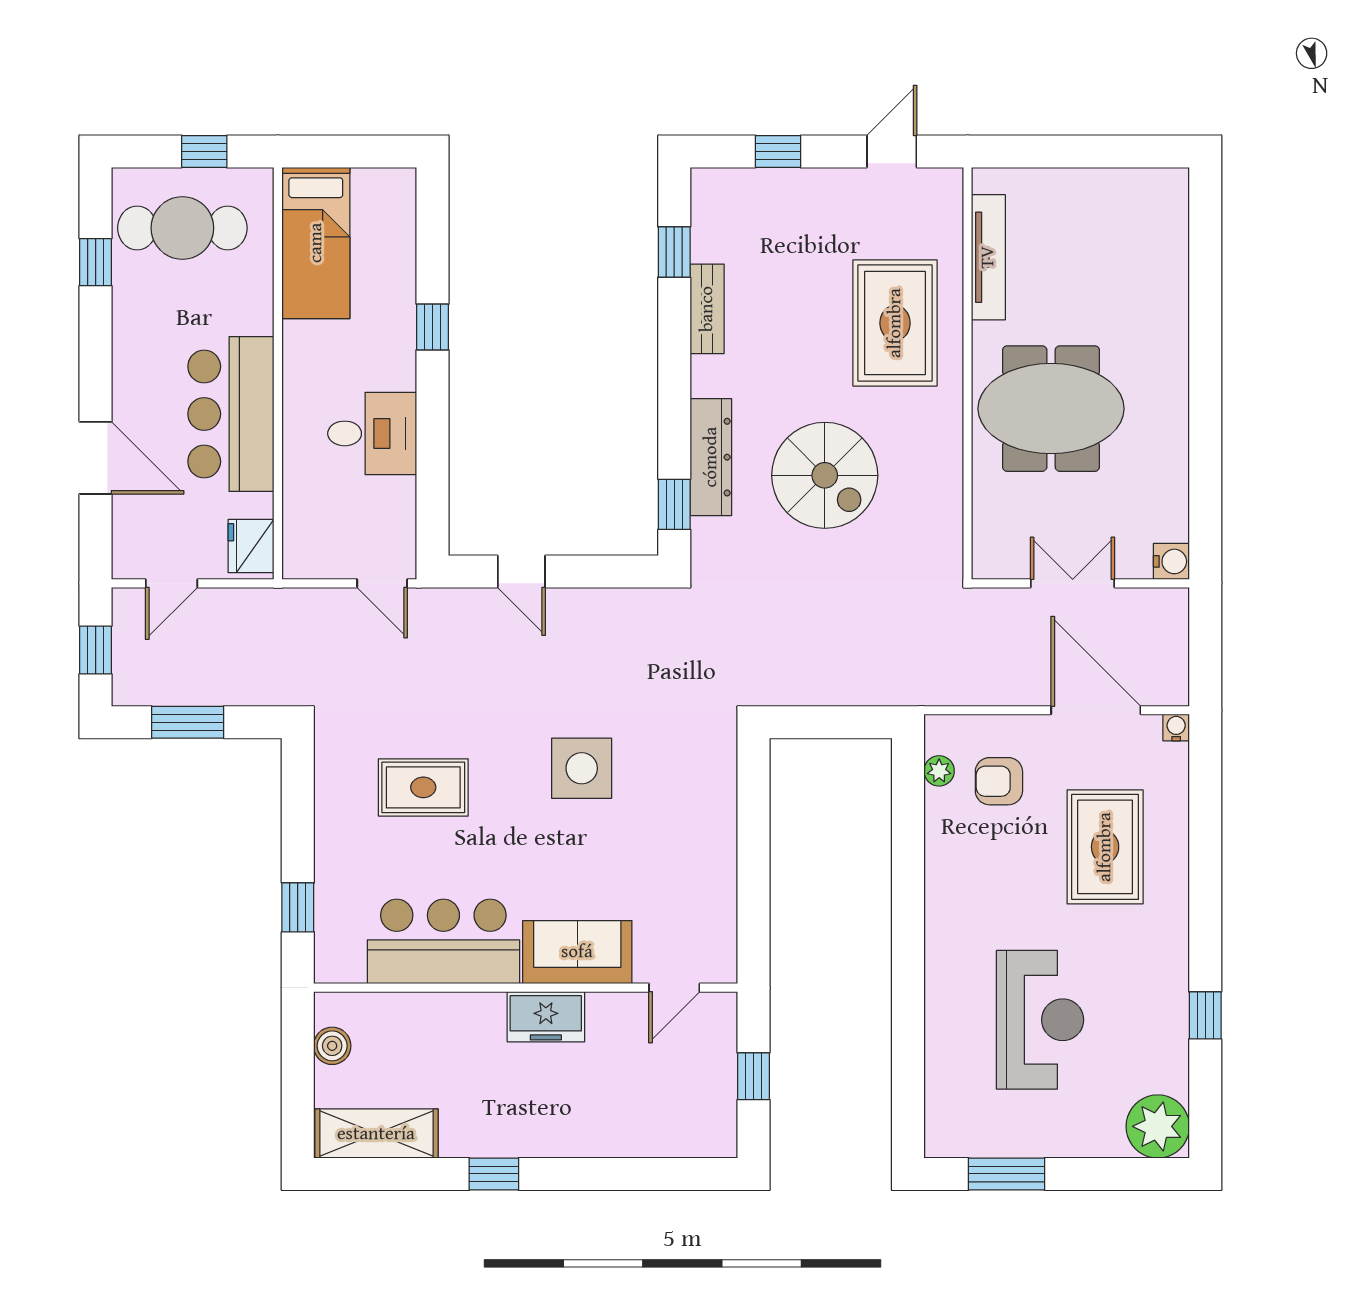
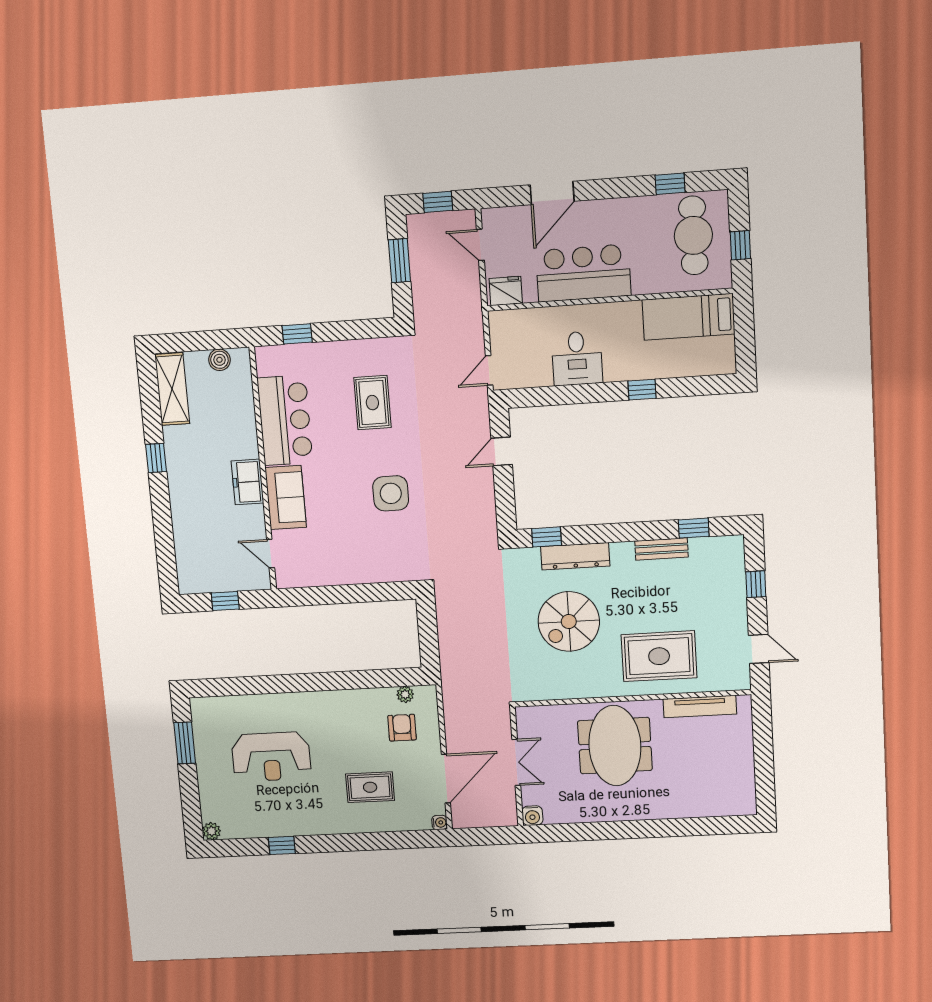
rug: (1105, 847) -> (370, 787), width x0.73, depth x0.70
plant: (1158, 1126) -> (212, 831), width x0.53, depth x0.53

